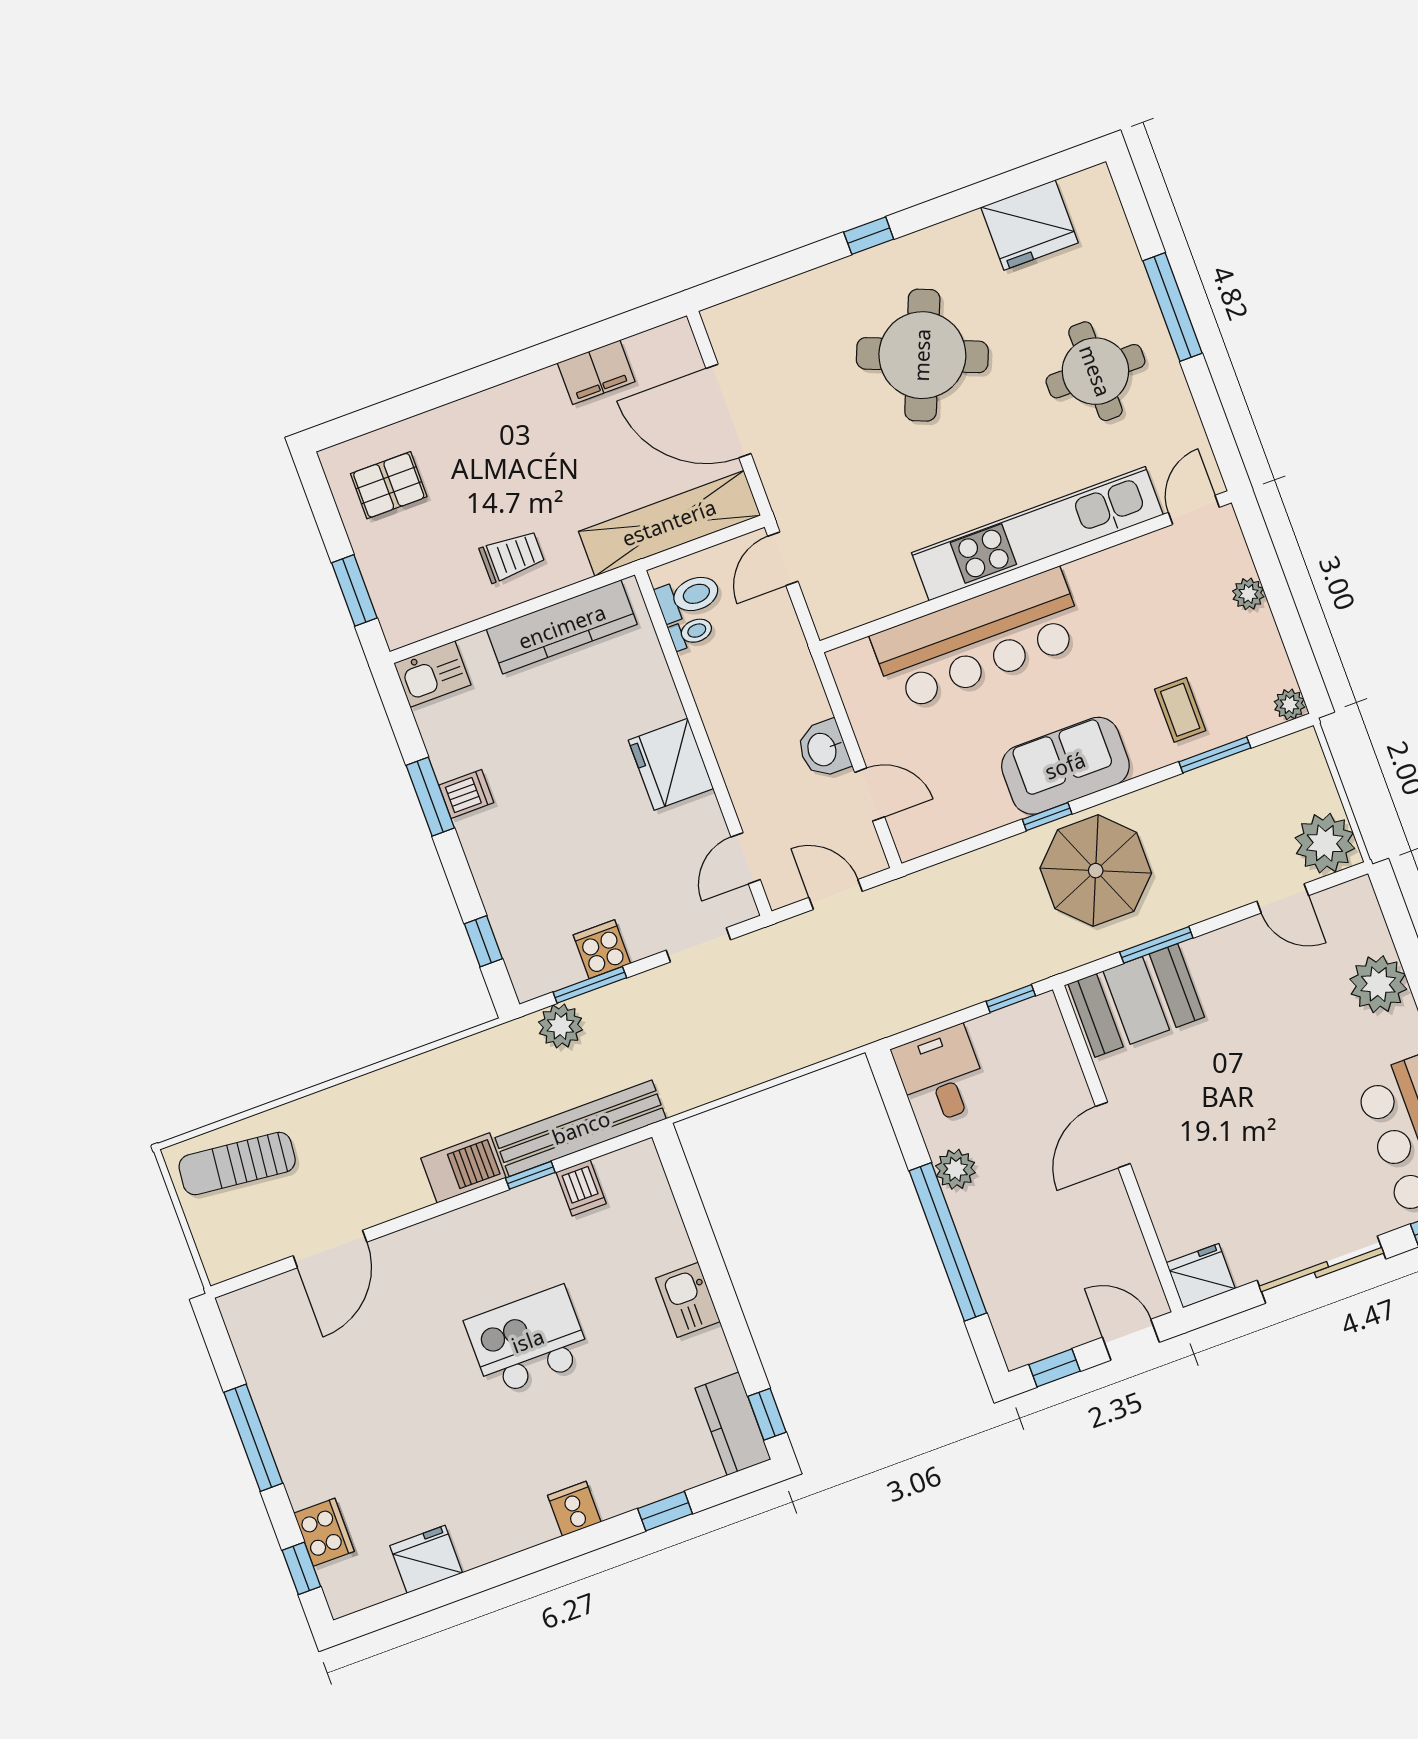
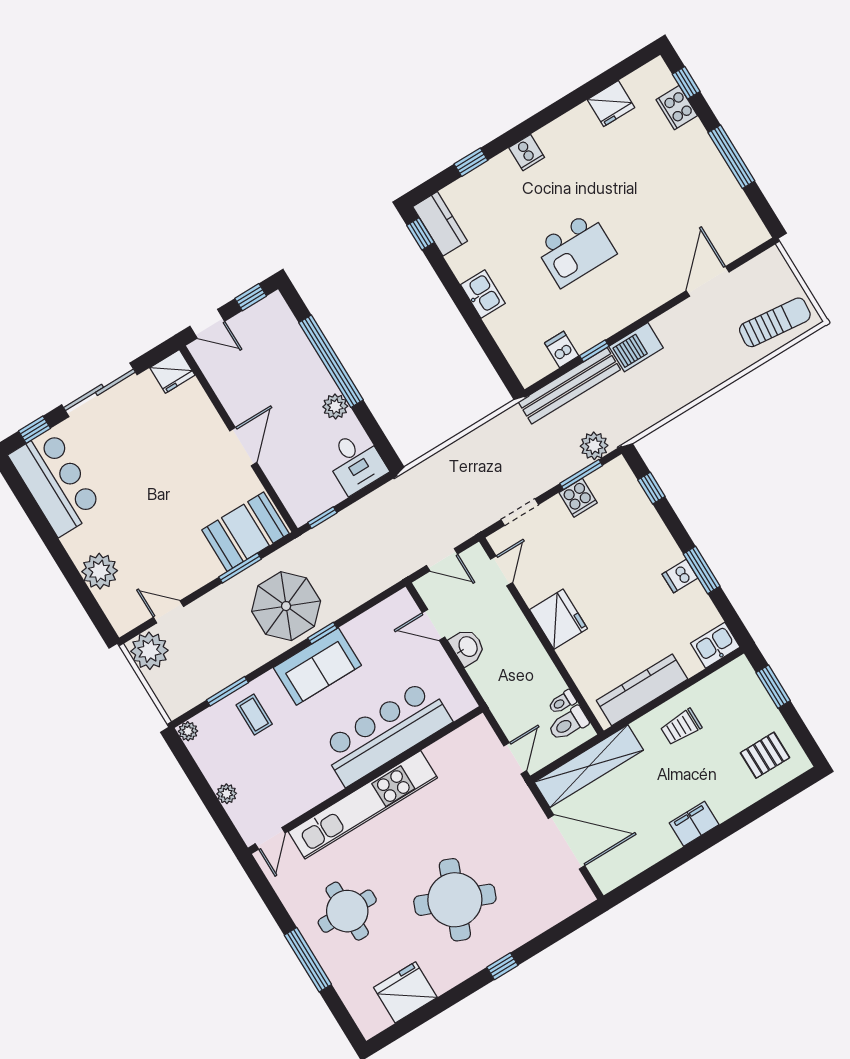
filing cabinet: (596, 372) -> (694, 824), moved

